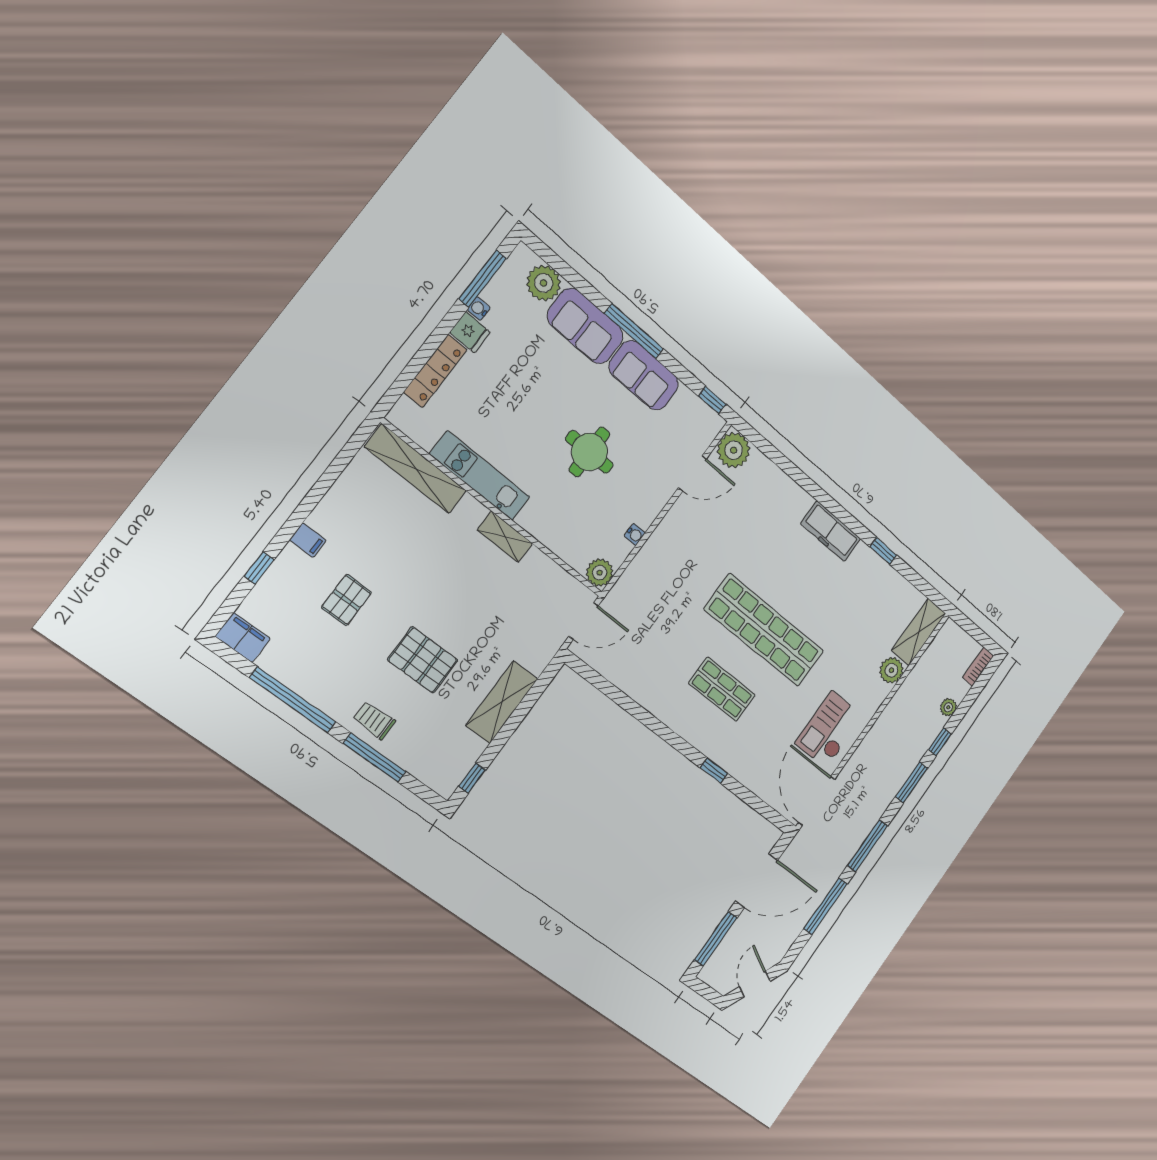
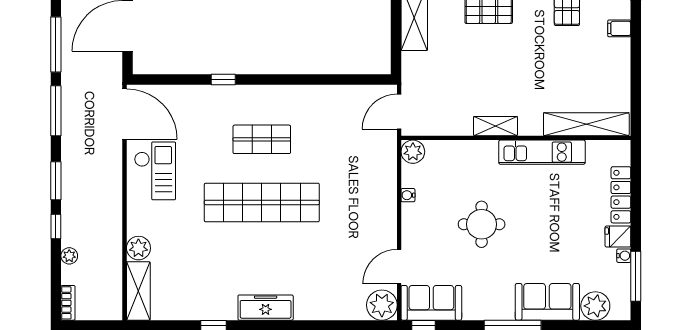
sofa: (644, 375) -> (431, 303), moved

